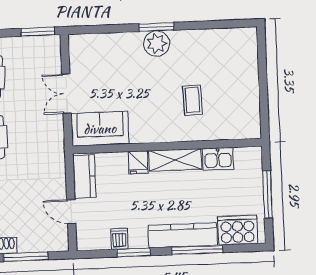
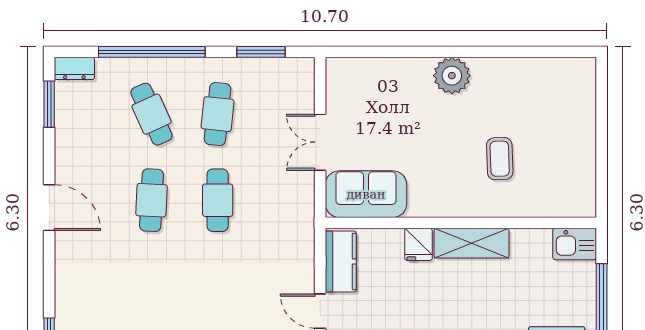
window: (156, 27) -> (452, 52), removed
window: (38, 32) -> (261, 52), moved
kitchen sink: (218, 159) -> (575, 244), moved

